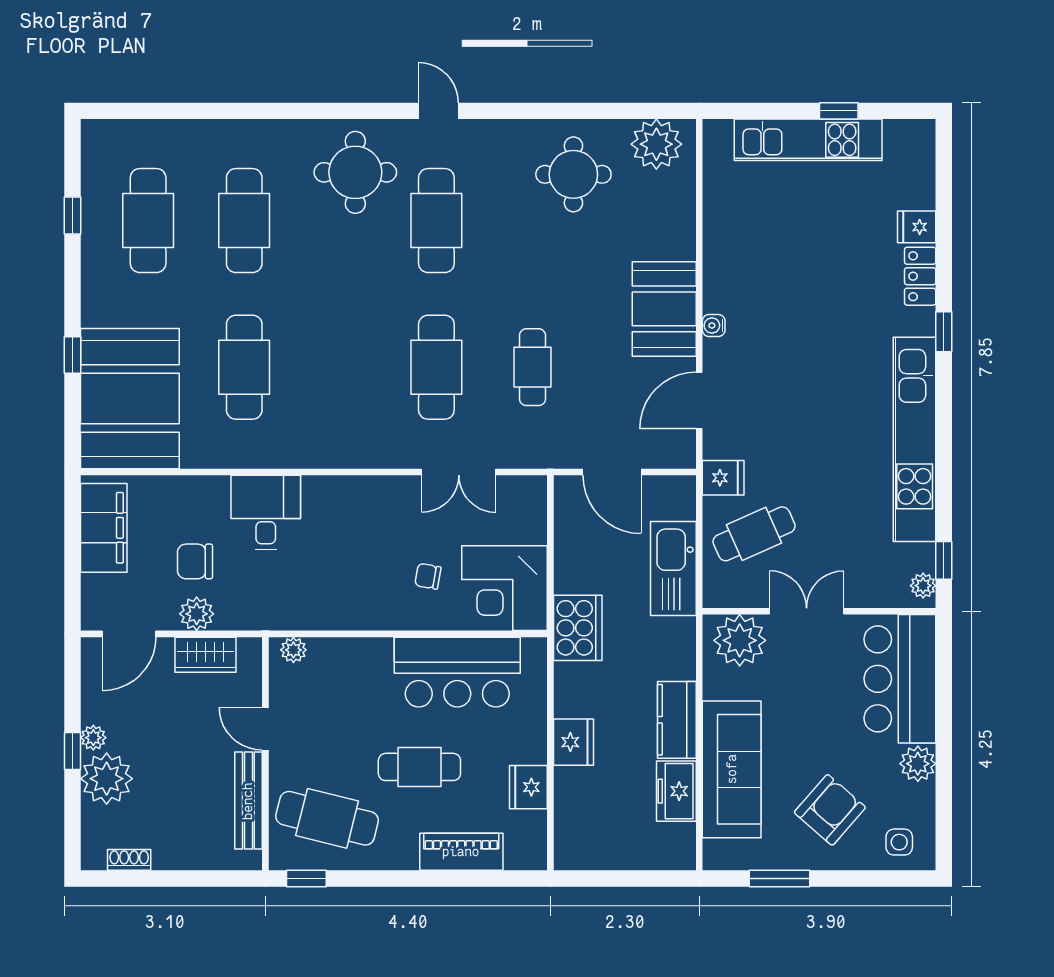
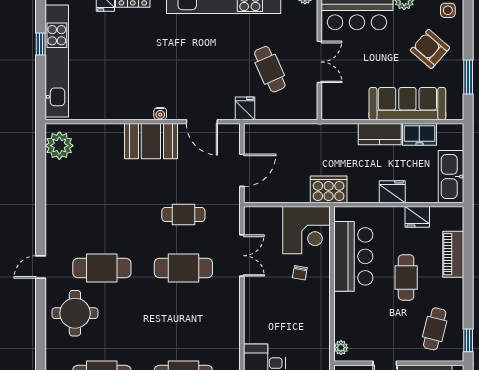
kitchen unit: (808, 140) -> (57, 61), width x1.36
round table: (573, 174) -> (76, 192), removed
cafe table: (754, 534) -> (270, 69), moved
kitchen sink: (673, 569) -> (451, 177), moved, turned 90
double door: (807, 611) -> (319, 62), swing flipped
plant: (740, 640) -> (336, 99), removed
cafe table: (327, 818) -> (435, 329), width x0.73, depth x0.74

